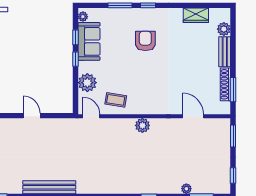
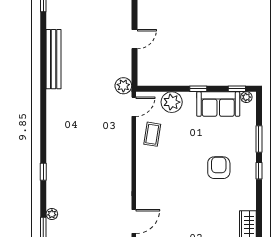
window: (75, 37) -> (237, 89), moved
armchair: (145, 41) -> (219, 168), turned -90
plant: (142, 125) -> (123, 86), moved

